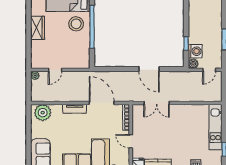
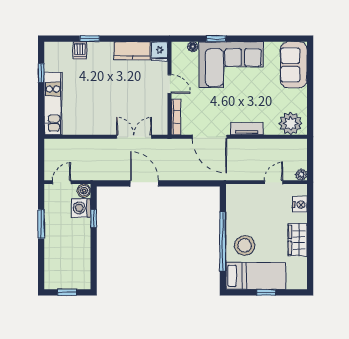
nightstand: (36, 54) -> (300, 205), added

